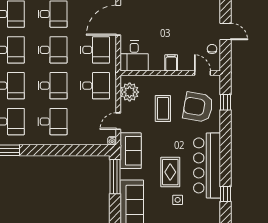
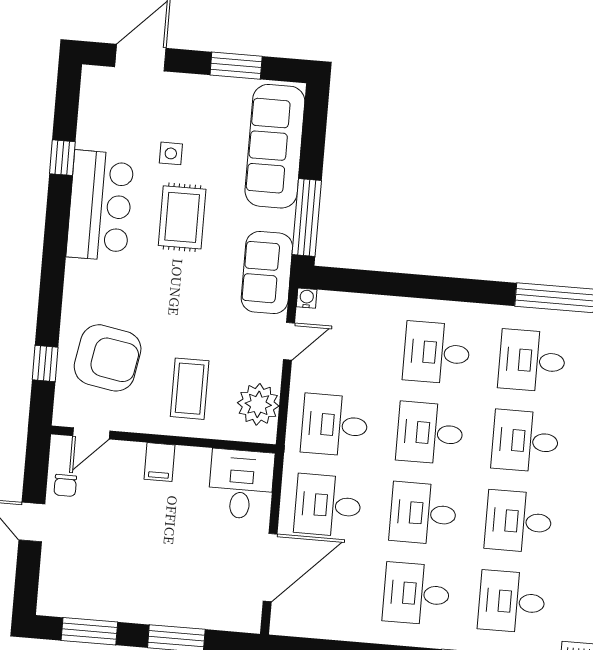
door: (202, 73) -> (91, 433), hinge flipped
coffee table: (163, 108) -> (190, 389), moved
bar counter: (207, 165) -> (100, 206), width x0.73

